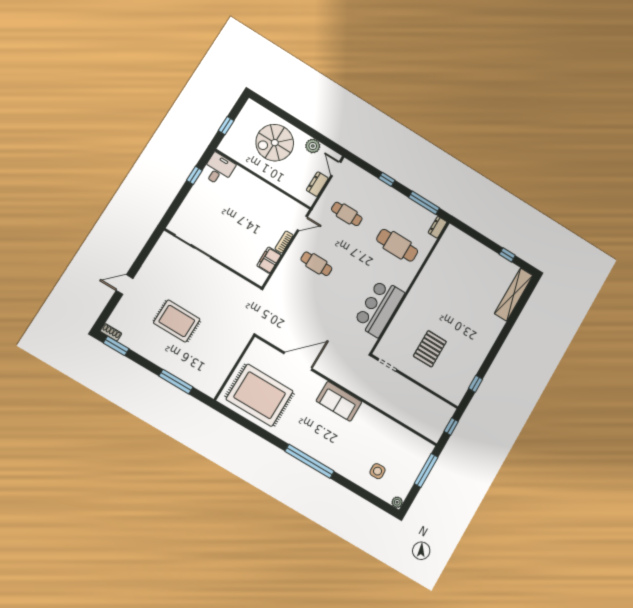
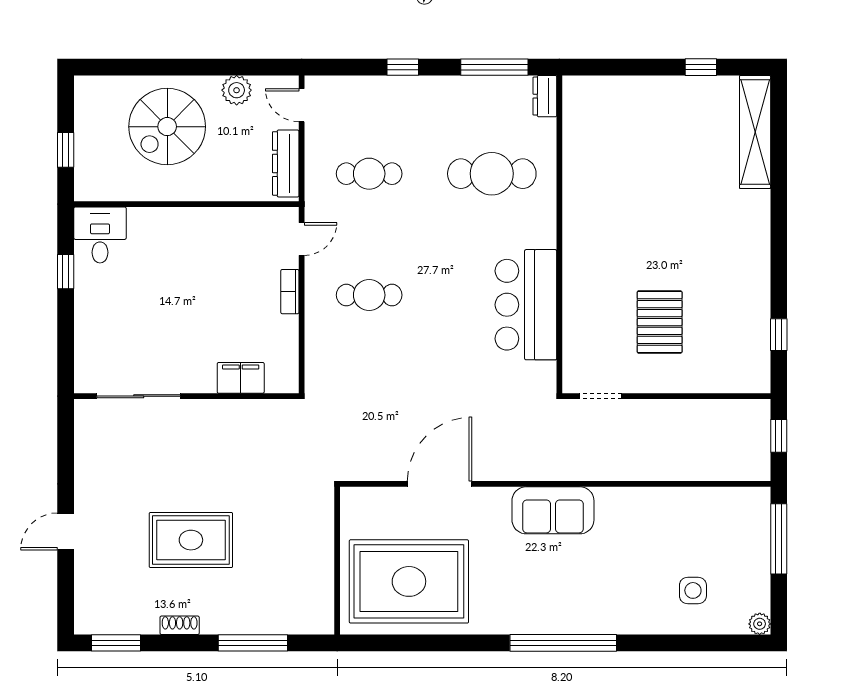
dresser: (317, 184) -> (286, 163), width x1.44
filing cabinet: (269, 260) -> (241, 378), moved, turned 90
shoe rack: (111, 332) -> (180, 625), moved

